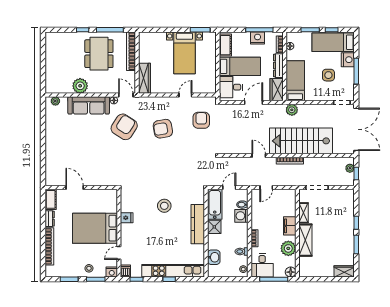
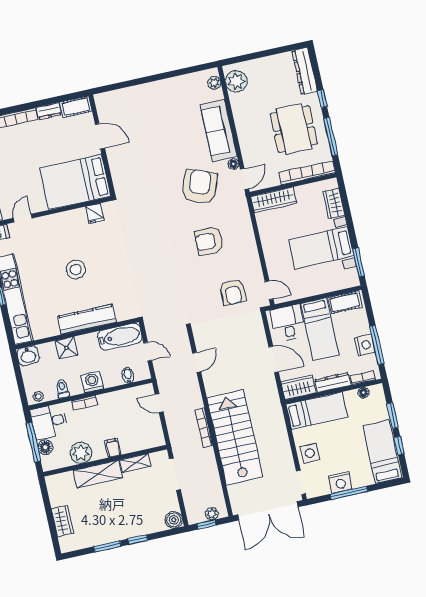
dresser: (61, 37) -> (305, 71), added
wardrobe: (156, 38) -> (334, 203), added
dining table: (99, 54) -> (294, 129), turned 90
nightstand: (348, 60) -> (340, 482), moved
side table: (328, 75) -> (310, 453), moved
plant: (80, 86) -> (236, 81), moved
door: (185, 95) -> (269, 290), moved
plant: (292, 110) -> (275, 415), removed
armchair: (201, 120) -> (233, 292), turned 90
armchair: (124, 127) -> (200, 187), turned -103
armchair: (163, 129) -> (209, 241), turned -80
door: (259, 156) -> (197, 362), moved
door: (75, 187) -> (100, 136), hinge flipped
boiler: (348, 195) -> (174, 520), added
stool: (164, 206) -> (76, 269), moved
washing machine: (241, 216) -> (92, 382), moved
fridge: (127, 218) -> (95, 214), moved
filing cabinet: (290, 226) -> (113, 448), width x0.50
shower: (214, 227) -> (66, 348), moved
bed: (95, 228) -> (75, 182), moved, turned -90
door: (119, 253) -> (23, 218), hinge flipped
washbasin: (214, 257) -> (28, 356), moved
wardrobe: (344, 271) -> (62, 521), moved
floor lamp: (291, 272) -> (45, 447), moved

